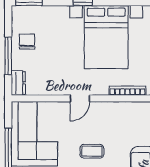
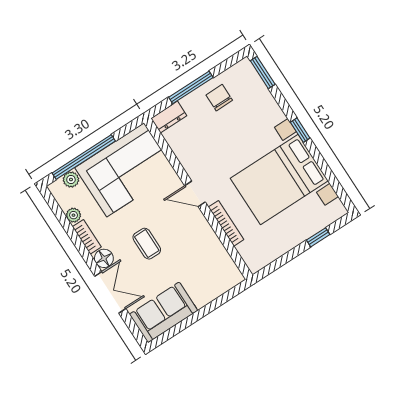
chair: (27, 42) -> (219, 98), turned -90
bookcase: (127, 91) -> (226, 223), moved

